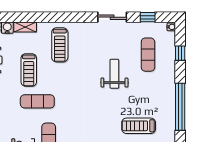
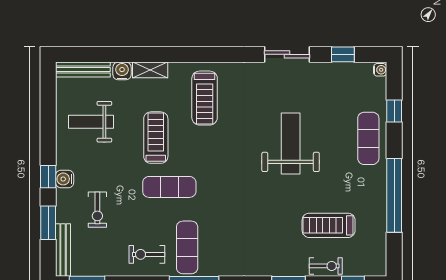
exercise mat: (148, 55) -> (368, 138), moved
treadmill: (29, 70) -> (156, 138), turned 180
weight bench: (114, 74) -> (291, 144), width x1.36, depth x1.33

